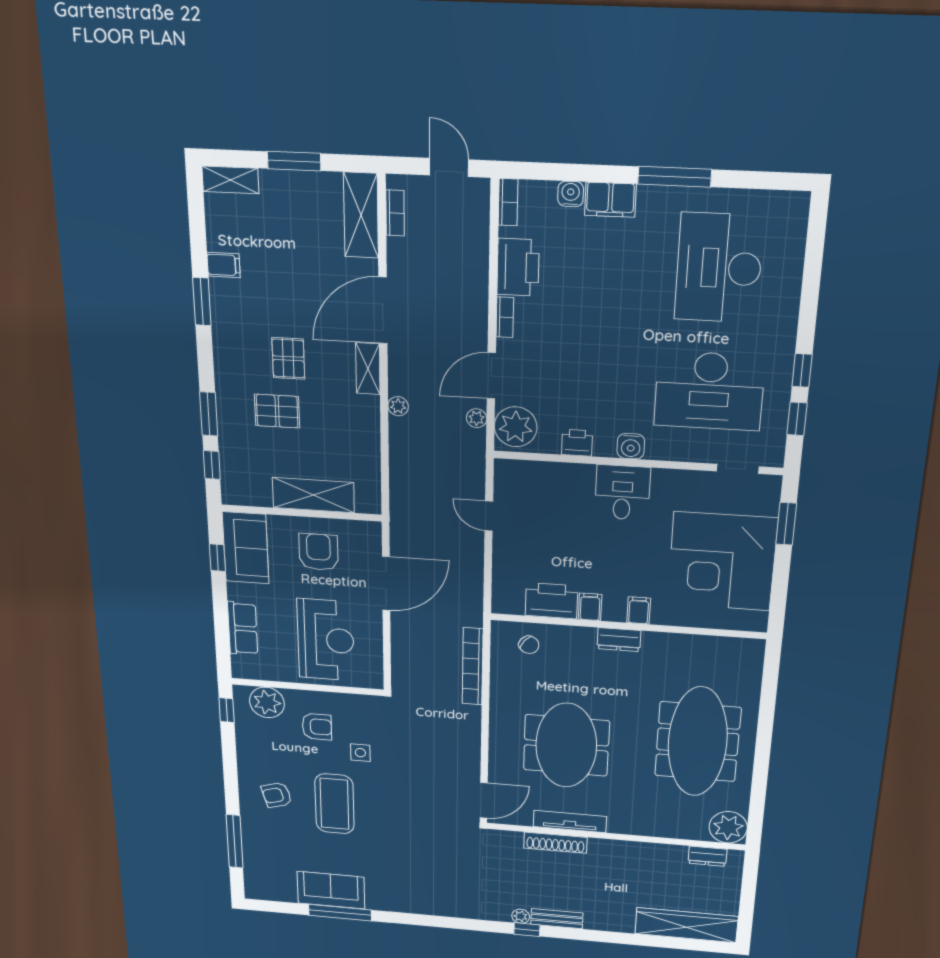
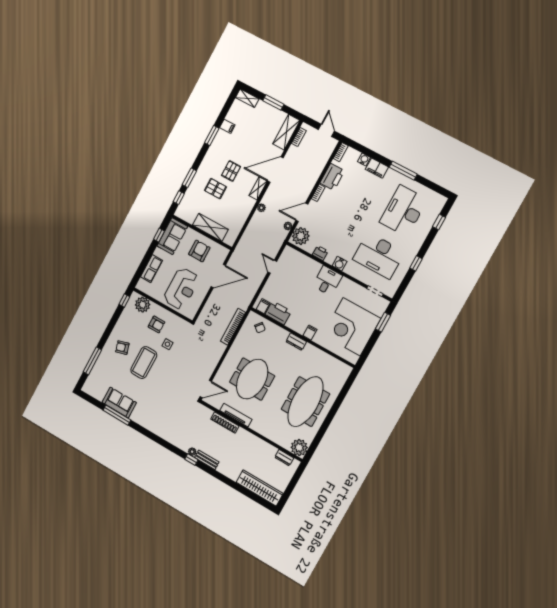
window: (797, 419) -> (439, 222), moved
filing cabinet: (590, 607) -> (263, 306), moved

